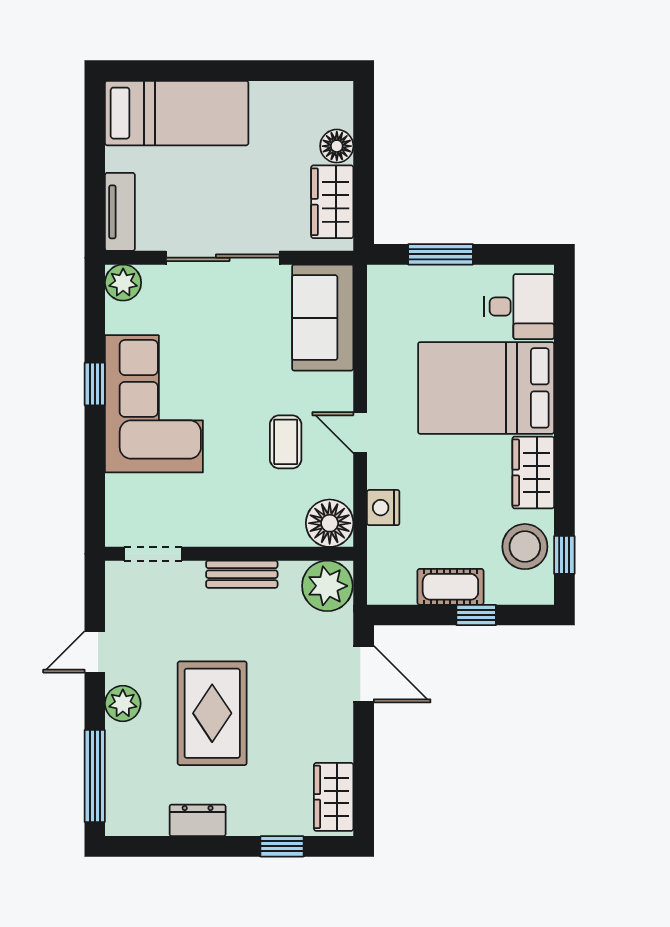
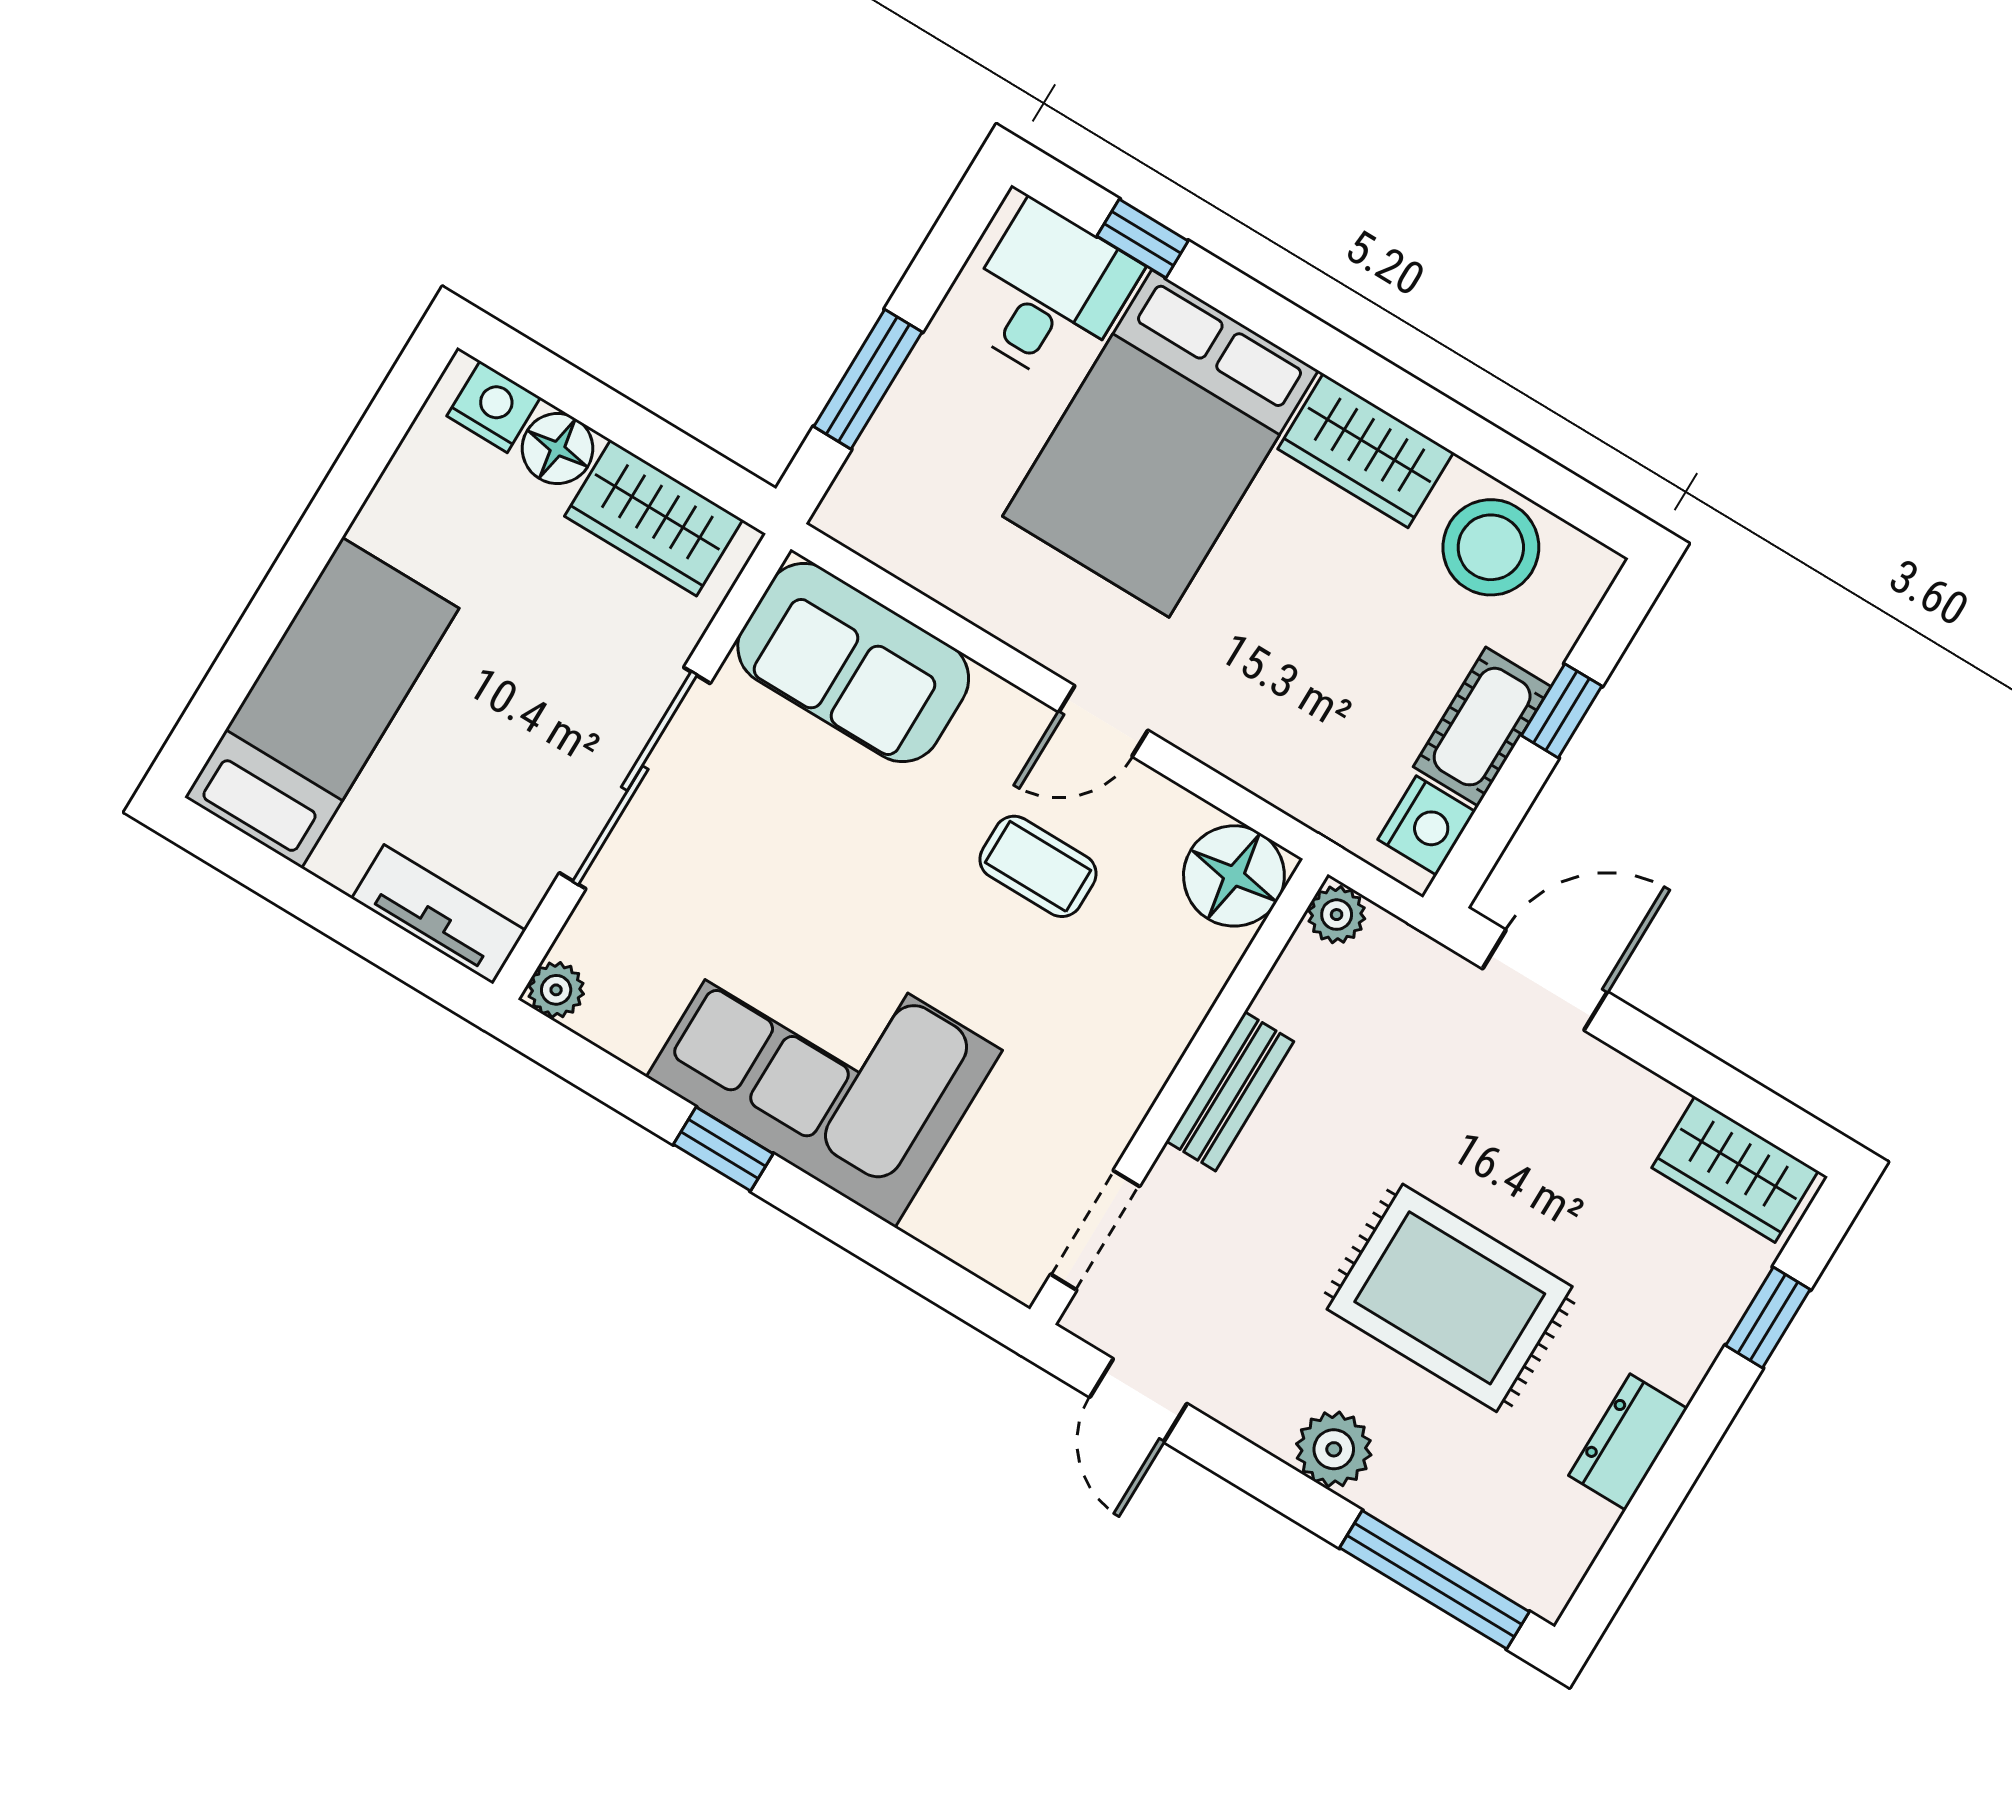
nightstand: (338, 110) -> (494, 407), added
plant: (123, 283) -> (556, 990), width x0.73, depth x0.73
nightstand: (383, 508) -> (1427, 825), moved, turned -90
window: (564, 555) -> (1143, 239), moved
plant: (327, 586) -> (1337, 915), width x0.53, depth x0.53
door: (95, 652) -> (1138, 1400), moved

